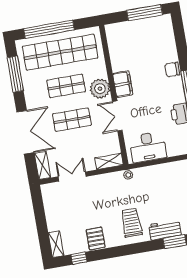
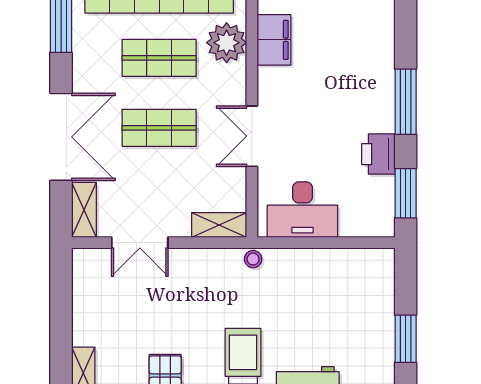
chair: (172, 69) -> (379, 62), removed
filing cabinet: (123, 84) -> (274, 40), moved
plant: (100, 89) -> (227, 43), moved
double door: (72, 177) -> (140, 243), swing flipped

